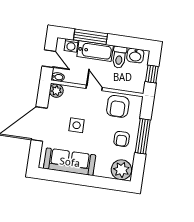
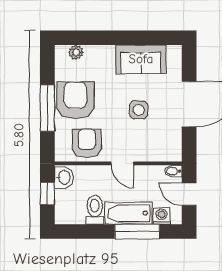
washbasin: (135, 56) -> (64, 177), moved, turned 90
plant: (56, 91) -> (173, 152), removed
armchair: (122, 139) -> (75, 100), width x1.88, depth x1.88
sofa: (70, 162) -> (141, 59), width x0.73
plant: (121, 170) -> (76, 52), width x0.53, depth x0.53

